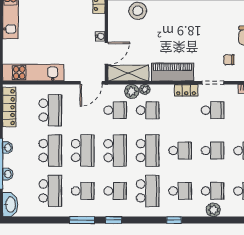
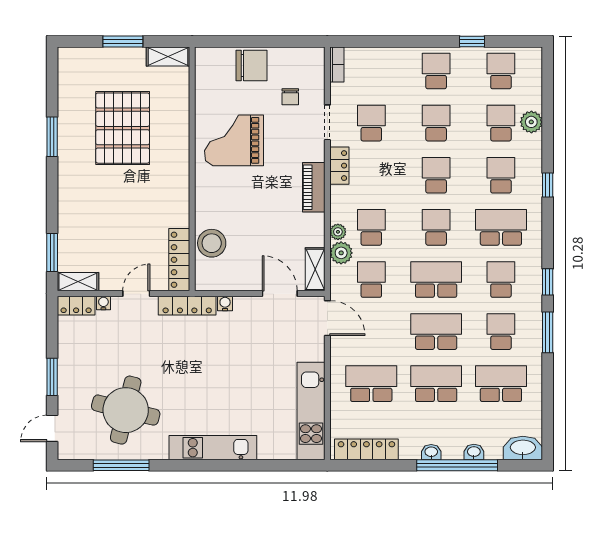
grand piano: (202, 25) -> (234, 140), added
water cooler: (100, 36) -> (225, 303), moved
piano: (173, 72) -> (314, 187), width x0.73, depth x0.75
shelving: (128, 73) -> (315, 269), width x0.67, depth x0.75
school desk: (148, 151) -> (436, 227), width x0.54

